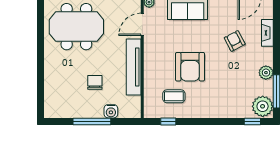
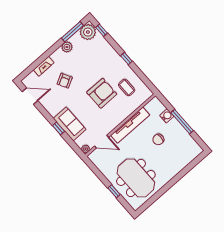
window: (168, 121) -> (126, 59), moved

